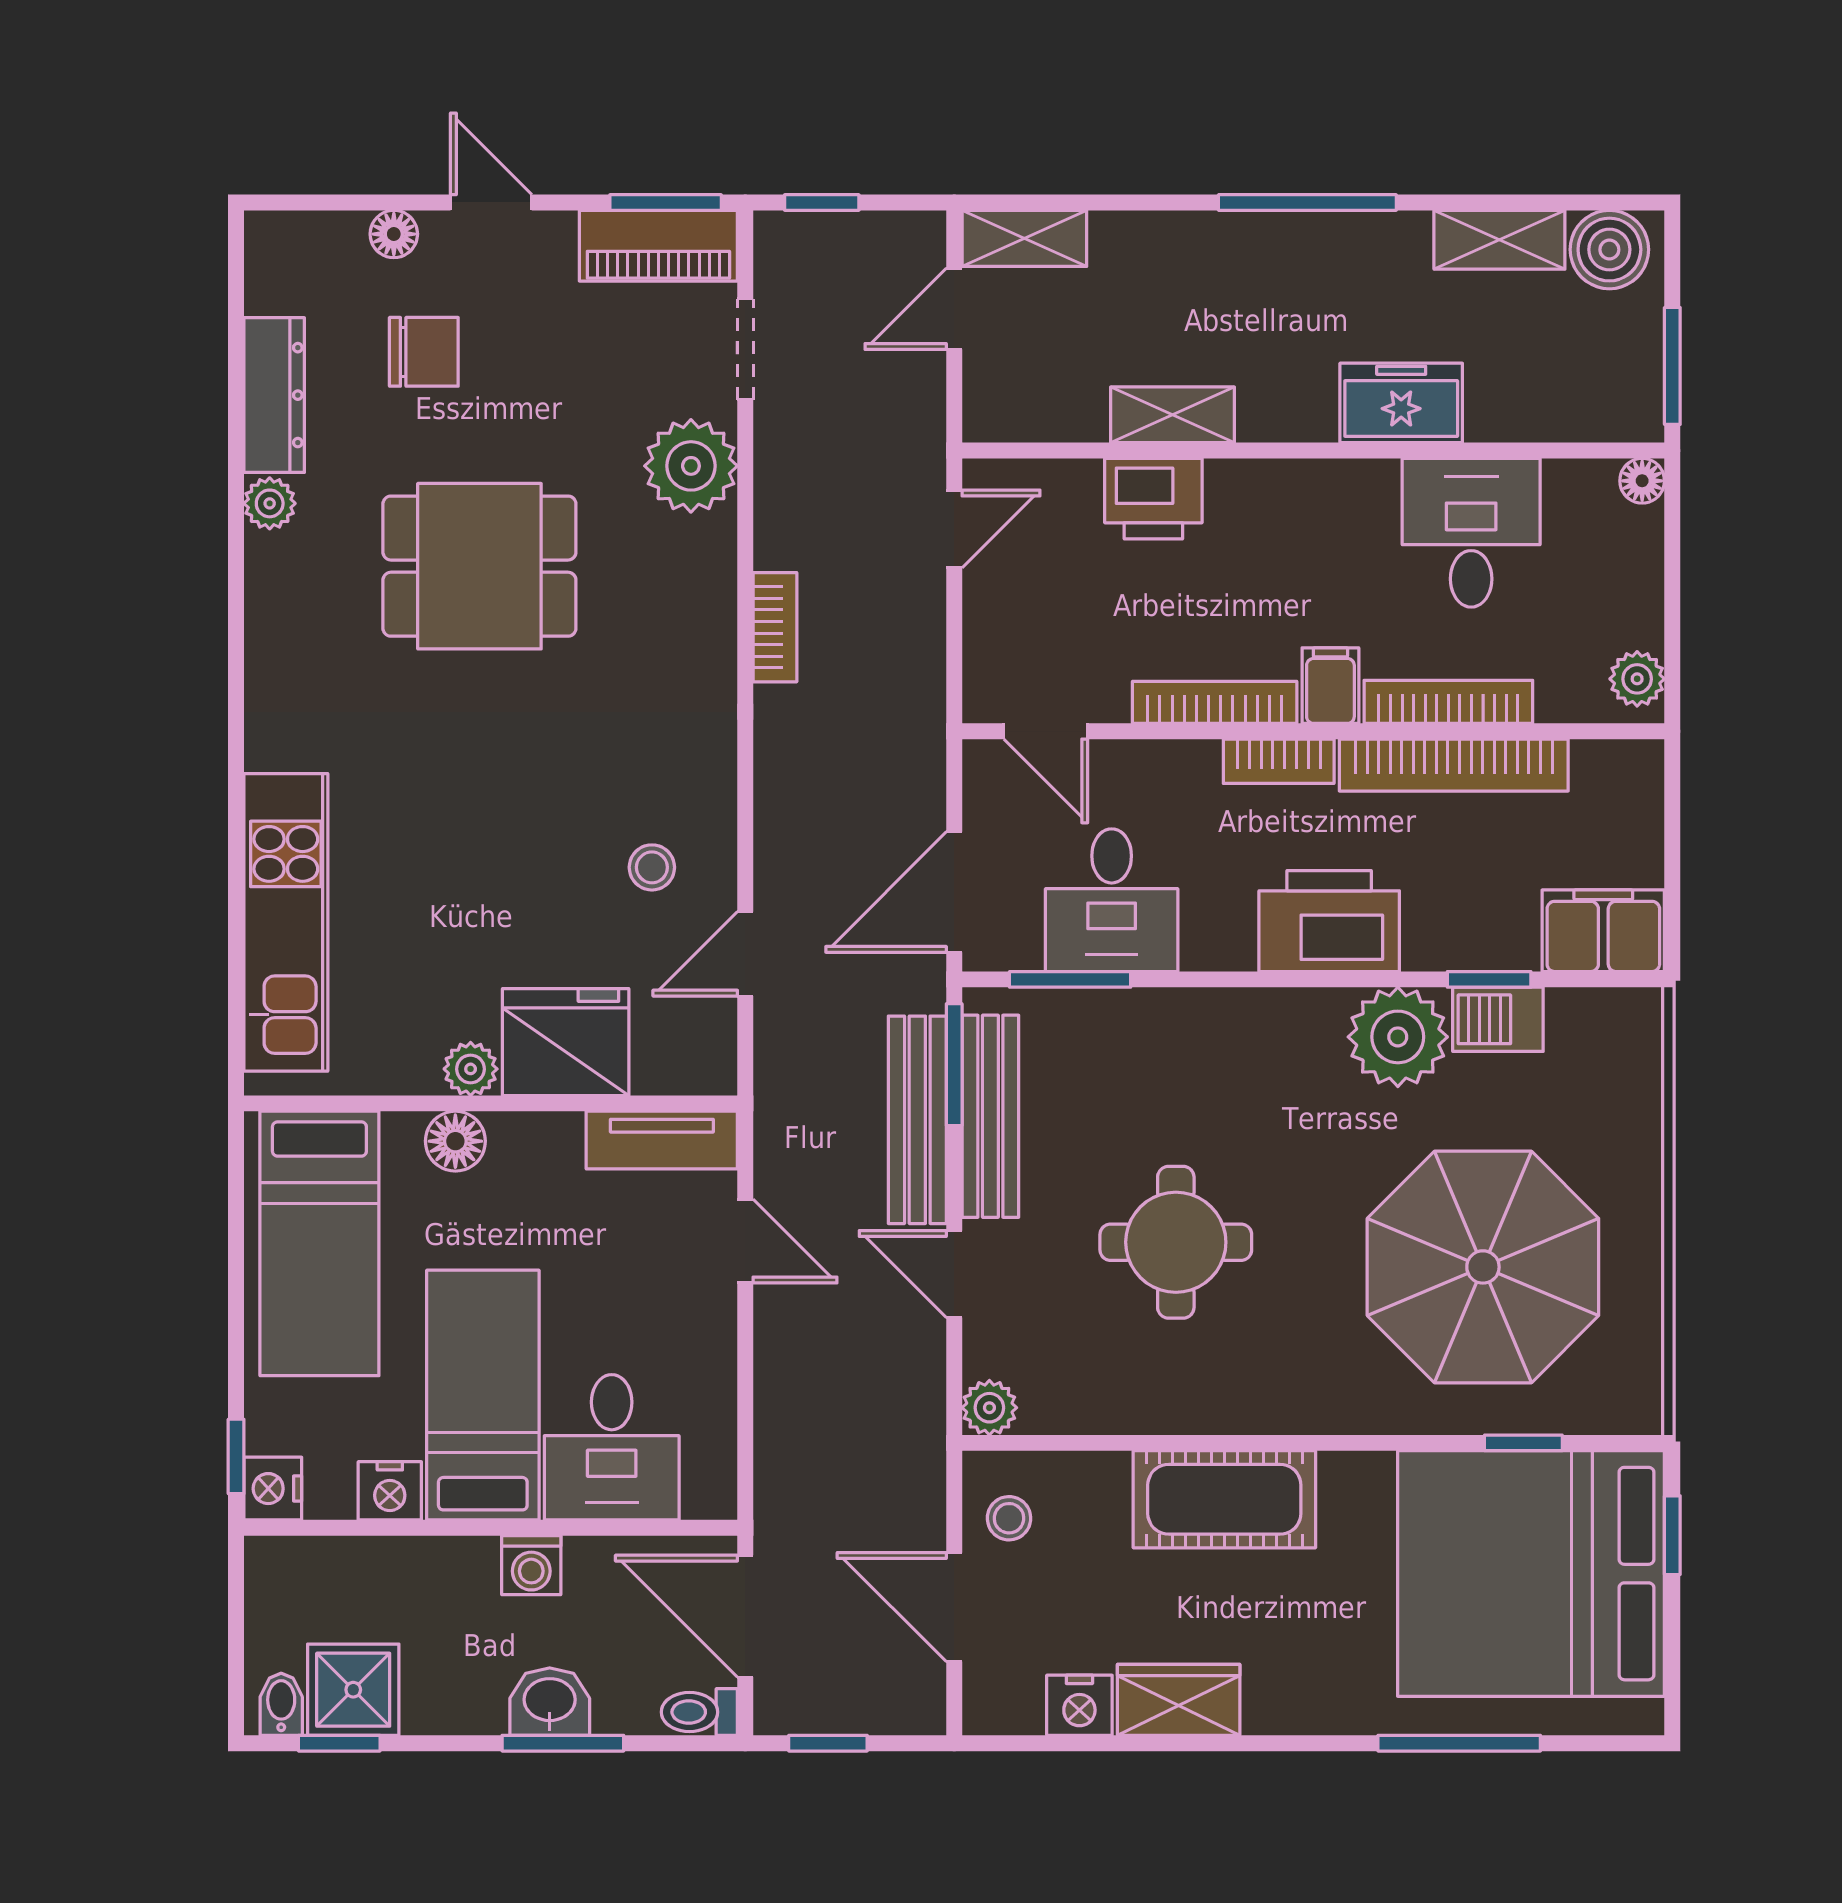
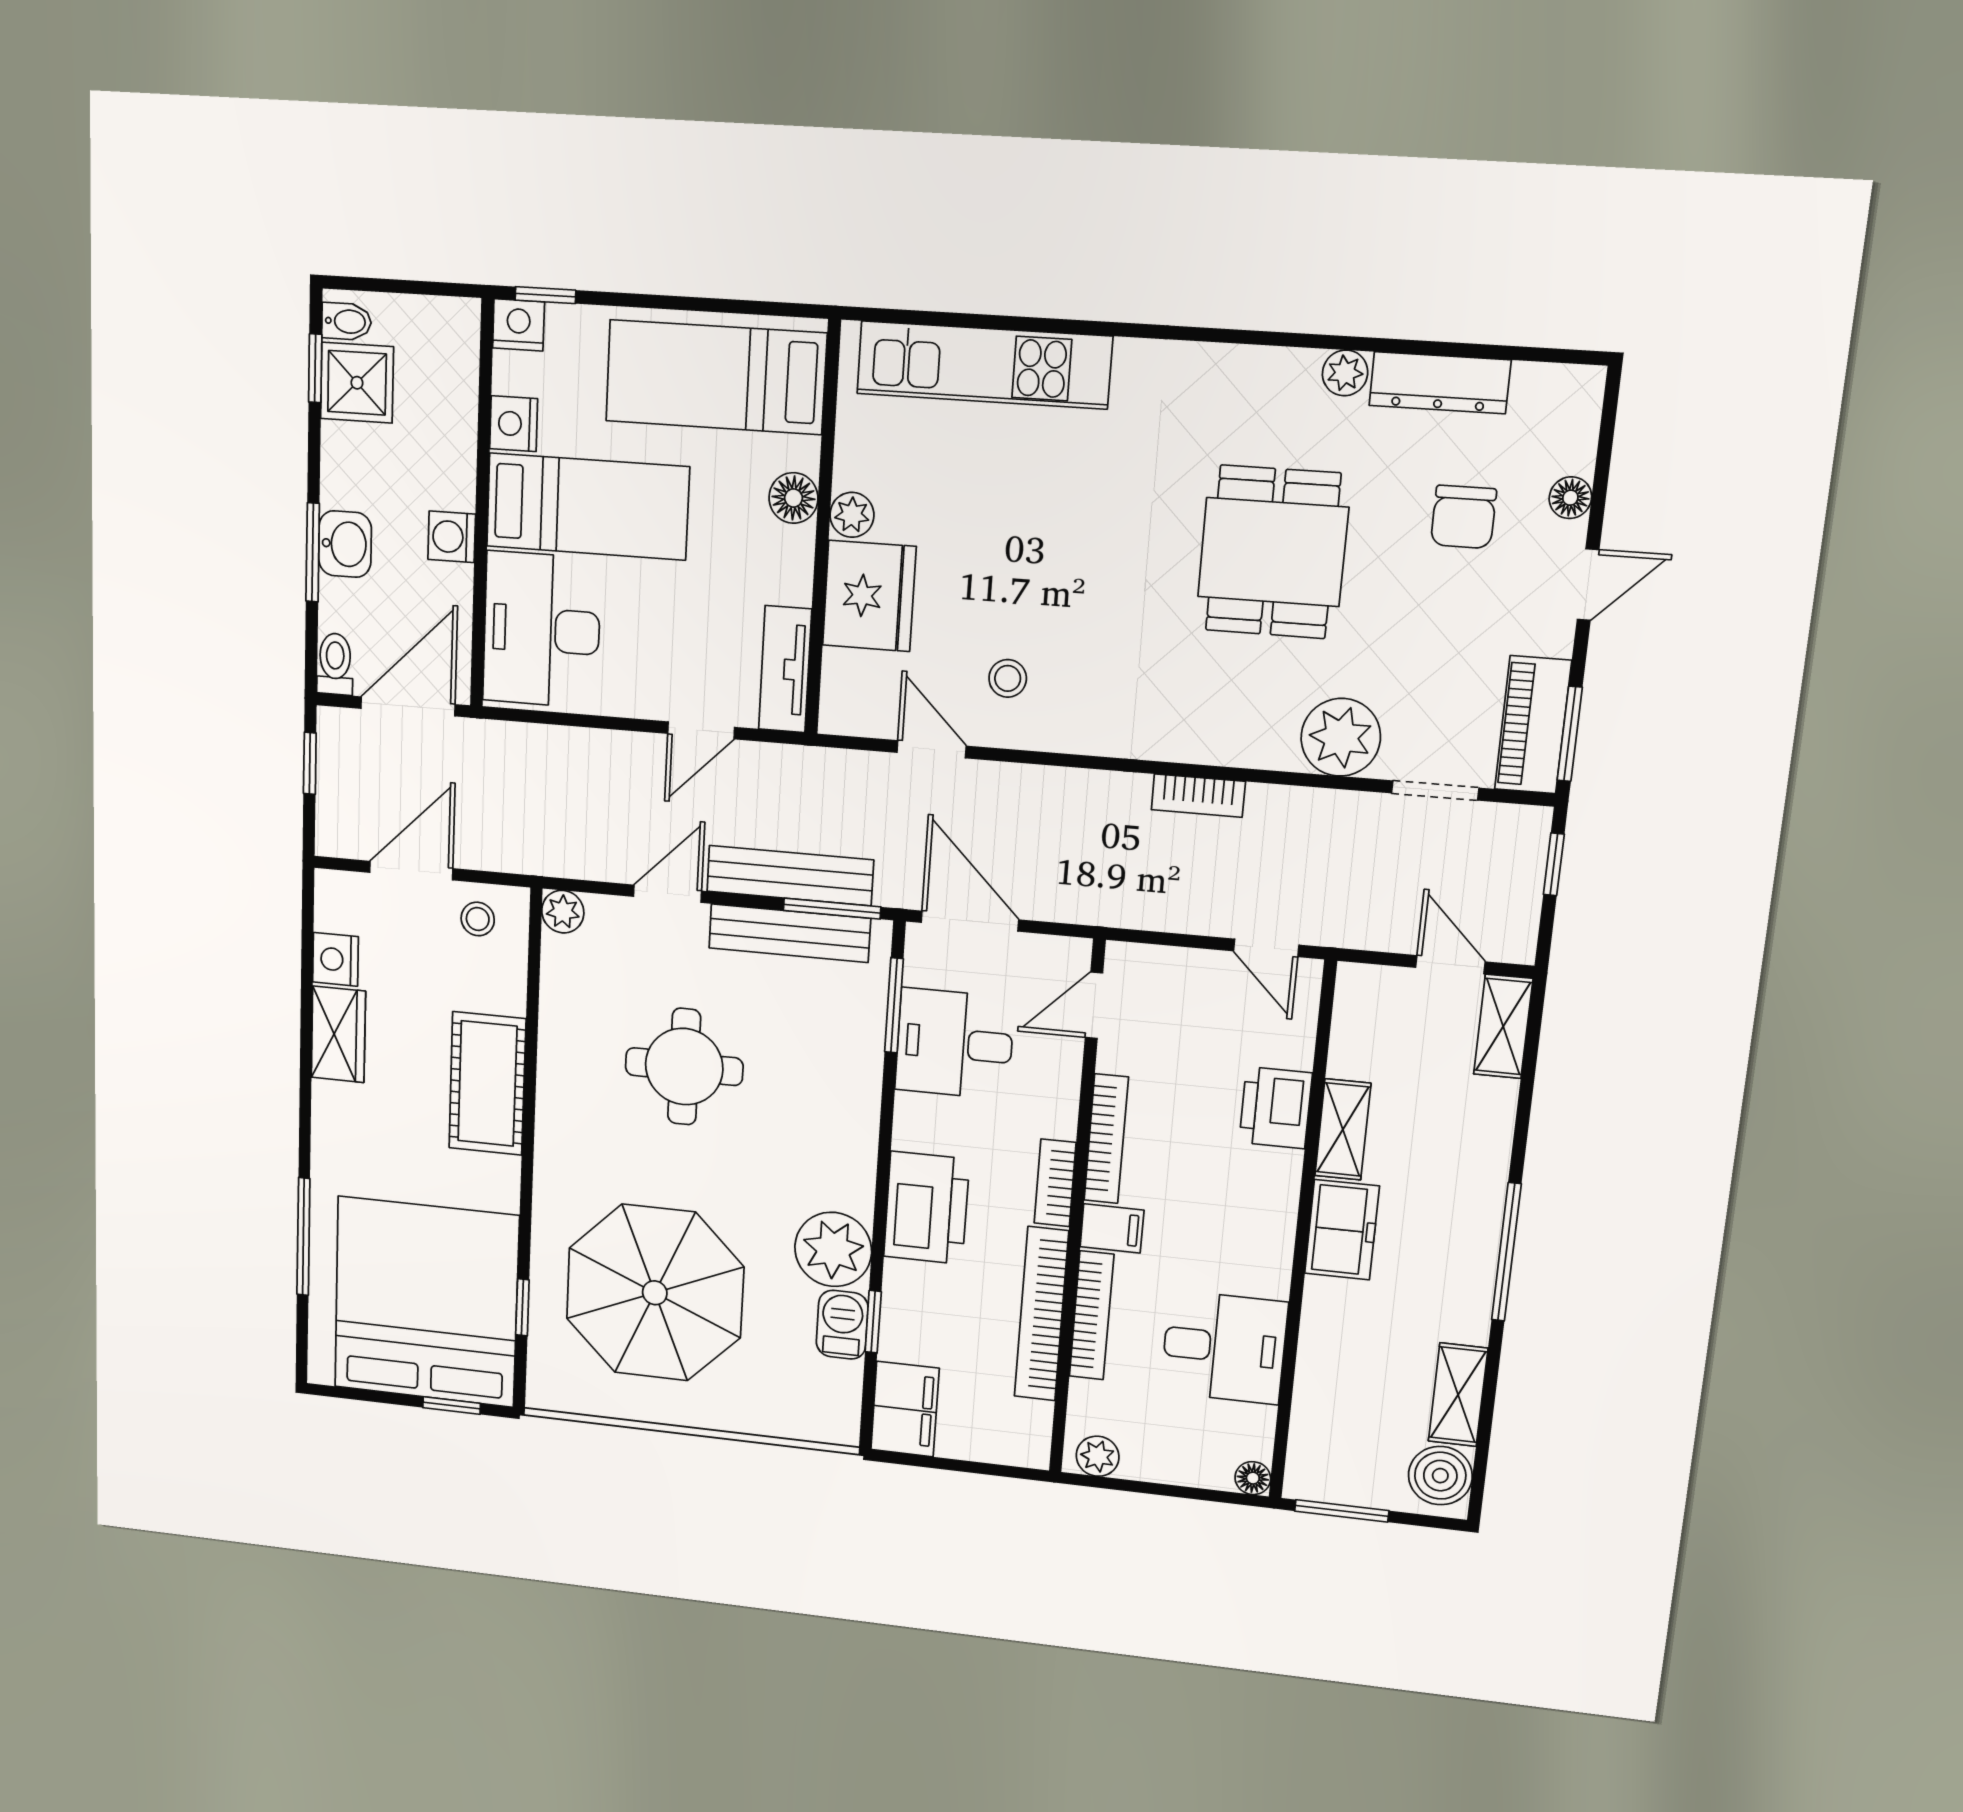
freezer: (1401, 403) -> (1342, 1230), moved
desk: (612, 1447) -> (542, 630), width x1.37

